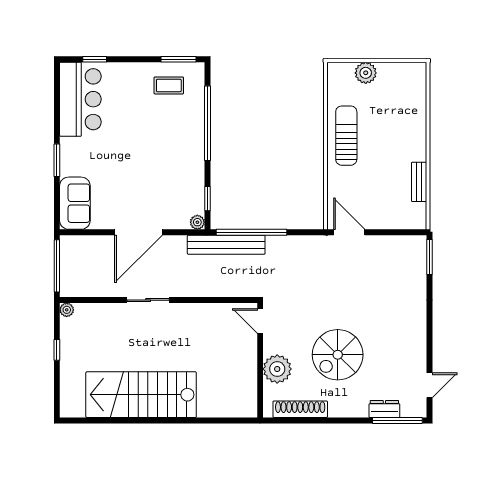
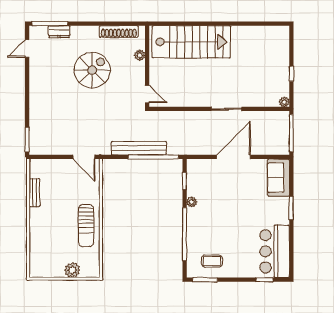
plant: (197, 222) -> (192, 202), moved
bench: (226, 245) -> (139, 148), moved
plant: (277, 369) -> (140, 55), width x0.53, depth x0.53
stairs: (141, 395) -> (191, 42), moved

